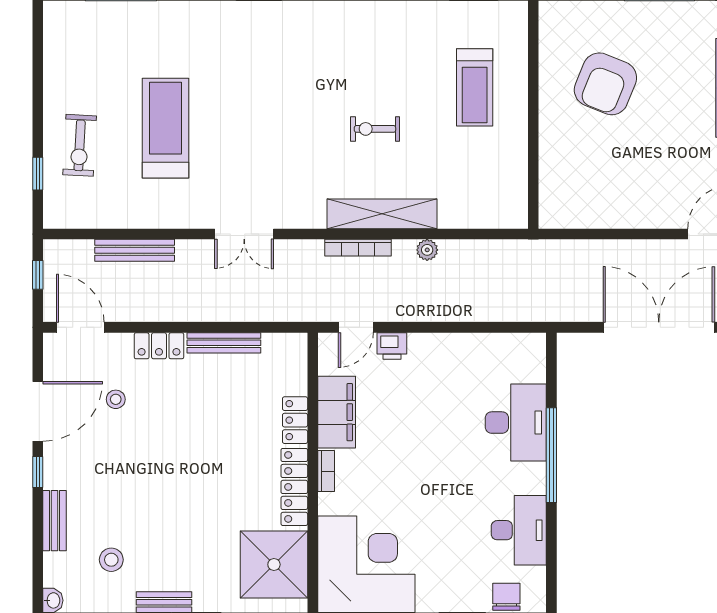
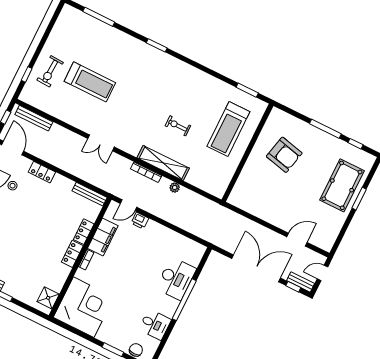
armchair: (605, 84) -> (284, 155), turned -99
treadmill: (475, 87) -> (228, 129), width x1.37, depth x1.38
treadmill: (165, 128) -> (90, 82), turned 90
bench: (135, 250) -> (34, 118), moved
bench: (224, 343) -> (90, 194), moved
locker: (294, 487) -> (72, 254), width x0.66
desk: (519, 530) -> (155, 325), width x0.73
shower: (274, 564) -> (48, 298), width x0.54, depth x0.54

